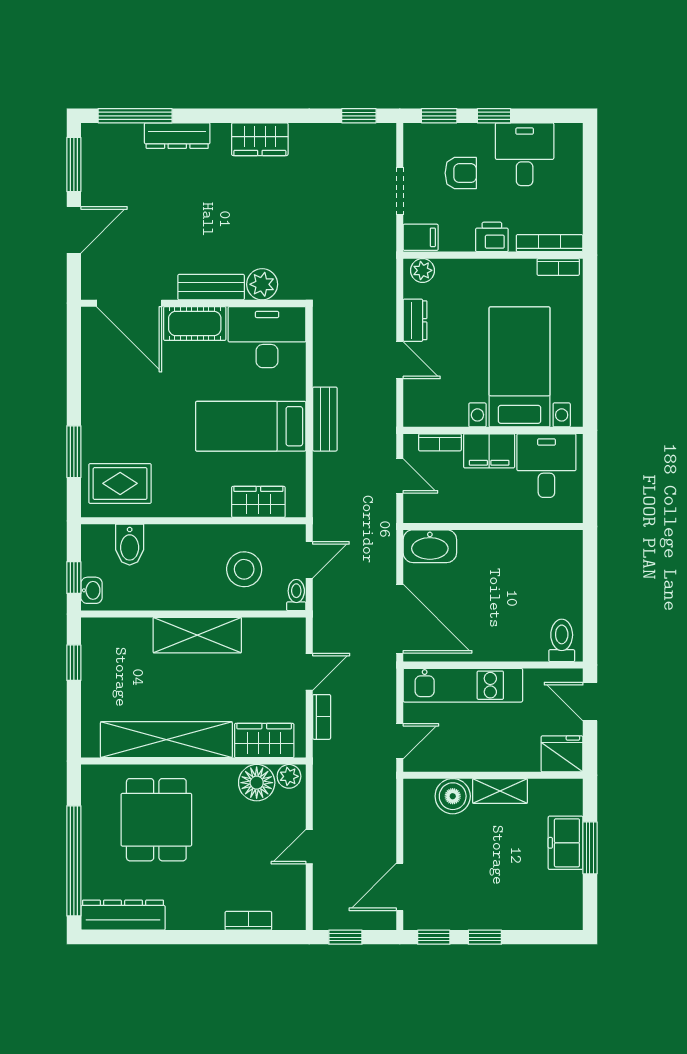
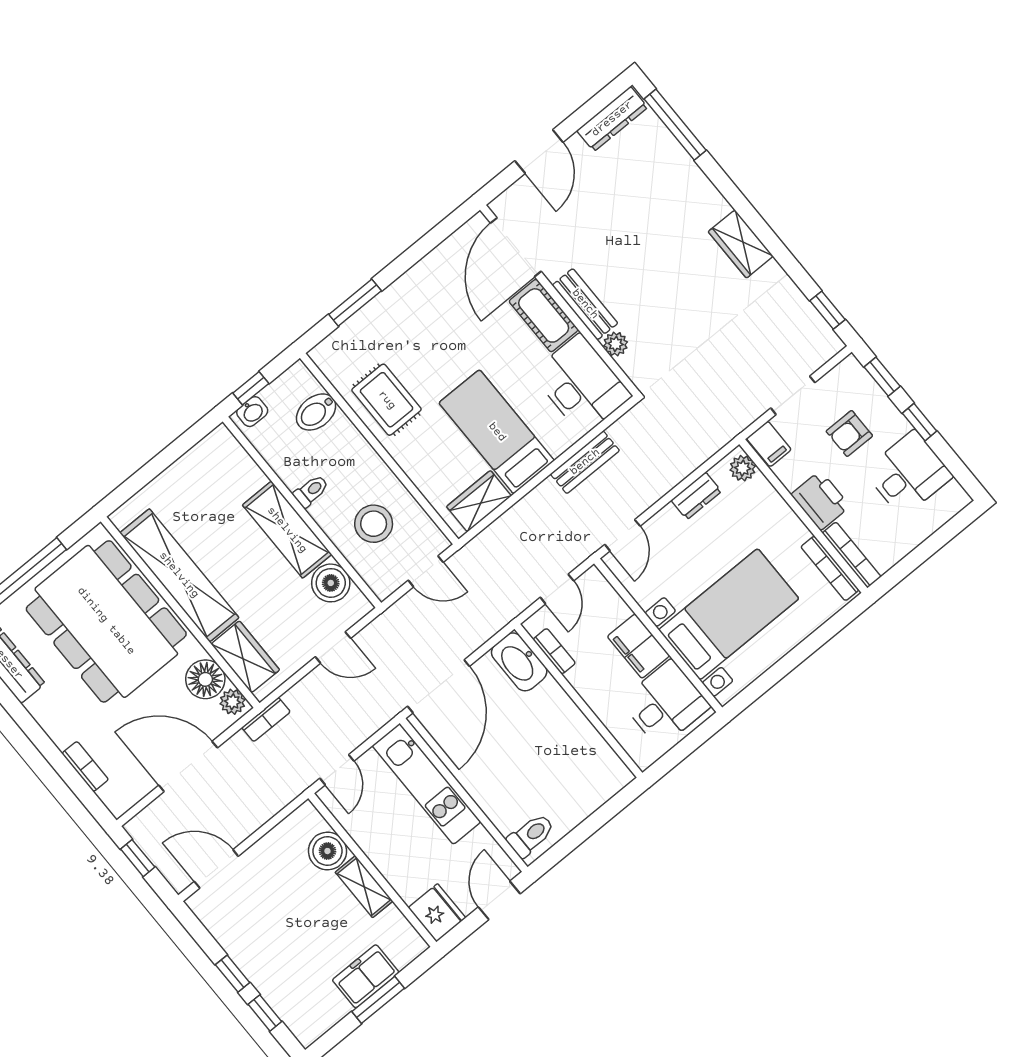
dresser: (177, 136) -> (612, 119), moved, turned -90
window: (74, 165) -> (593, 107), removed
armchair: (461, 173) -> (849, 433), turned 90
door: (74, 230) -> (539, 152), hinge flipped
printer: (492, 237) -> (821, 500), width x1.36, depth x1.24
bookcase: (558, 267) -> (830, 568), width x1.56
plant: (262, 284) -> (616, 344), width x0.73, depth x0.73
door: (400, 360) -> (622, 535), moved
bench: (325, 419) -> (585, 462), moved
bookcase: (440, 442) -> (554, 651), moved, turned 180
rug: (120, 483) -> (387, 400), moved
wardrobe: (258, 502) -> (479, 501), moved, turned -90
toilet: (296, 595) -> (311, 491), moved
boiler: (261, 635) -> (331, 583), added
window: (74, 663) -> (180, 446), removed
bookcase: (322, 717) -> (266, 720), moved
door: (400, 741) -> (337, 770), hinge flipped
dining table: (156, 820) -> (106, 621), width x1.88, depth x1.24
door: (309, 847) -> (188, 767), width x1.88
window: (434, 937) -> (265, 1013), moved

